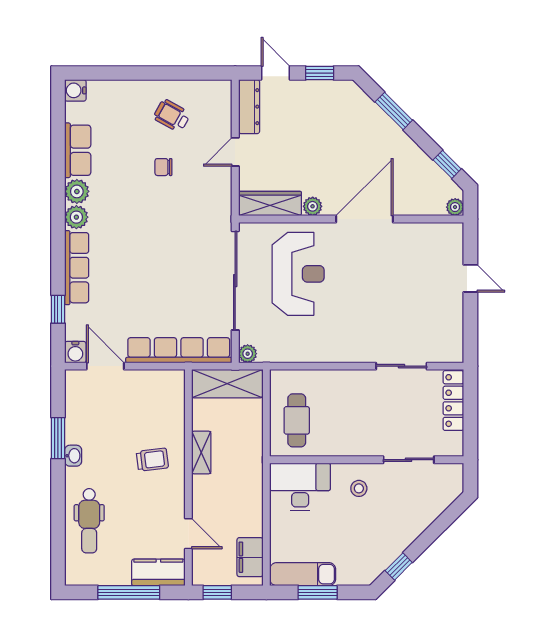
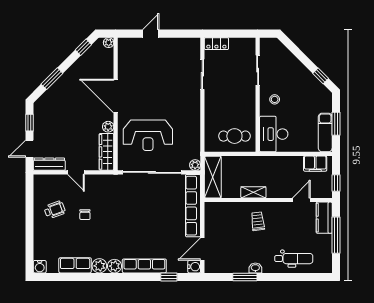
wheelchair: (172, 116) -> (55, 210), turned -139
reception desk: (298, 274) -> (148, 135), turned 180
locker: (453, 401) -> (216, 44), width x0.66

